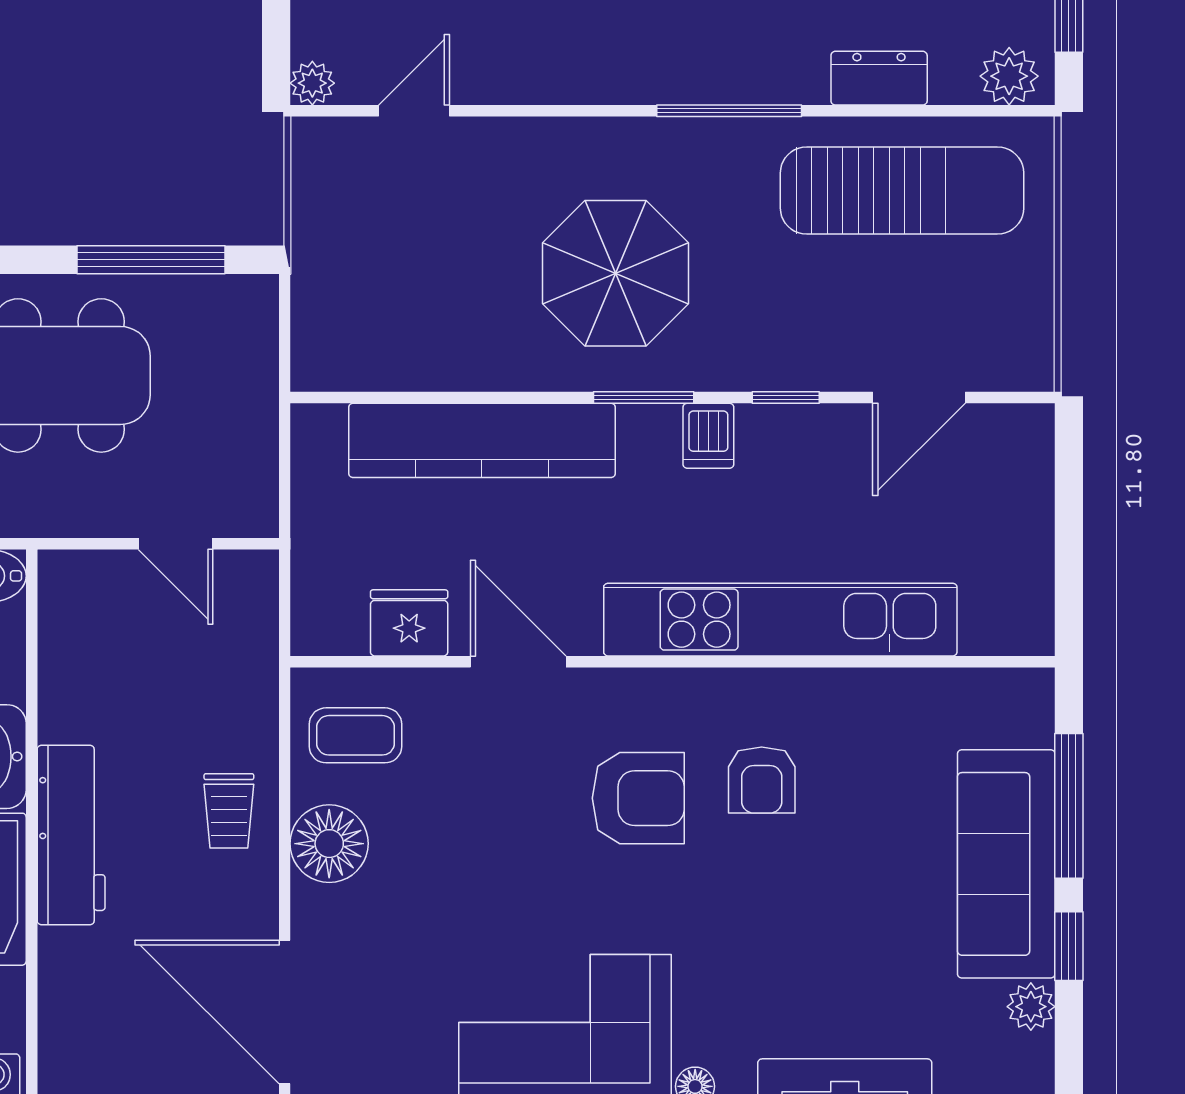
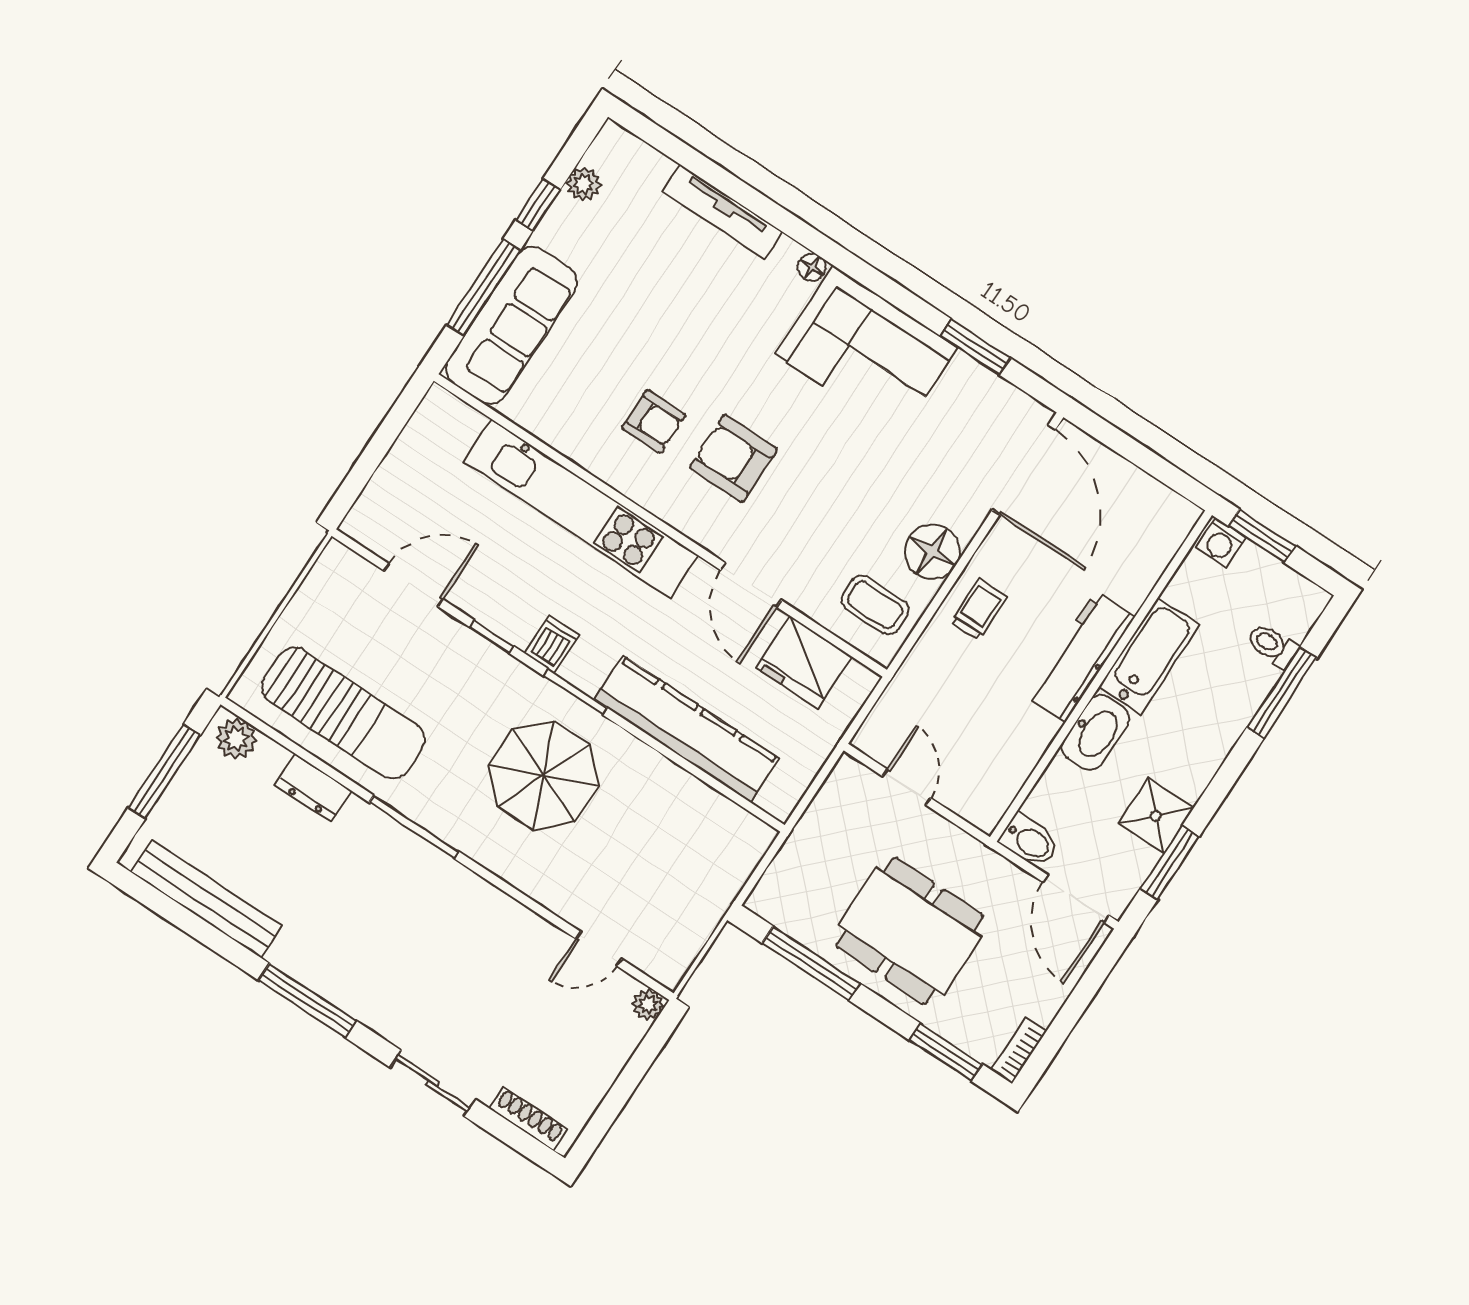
sun lounger: (902, 191) -> (343, 713), turned 180
fridge: (409, 623) -> (804, 662), width x1.36, depth x1.34
armchair: (762, 780) -> (654, 421), turned 90
sofa: (1006, 864) -> (511, 325), moved

